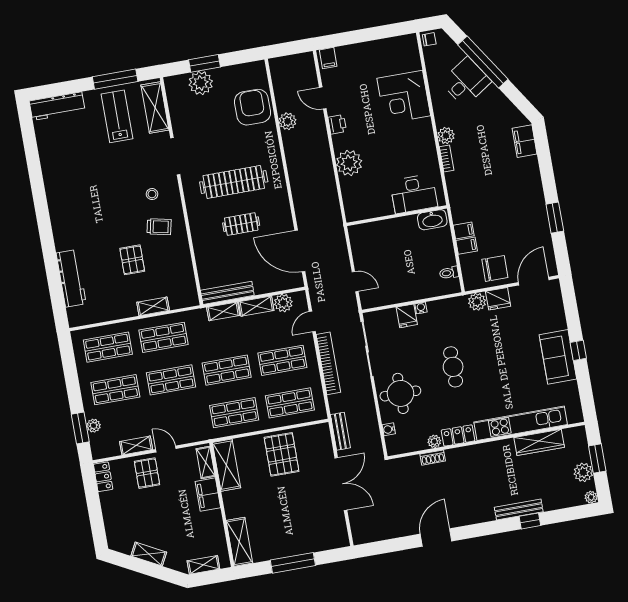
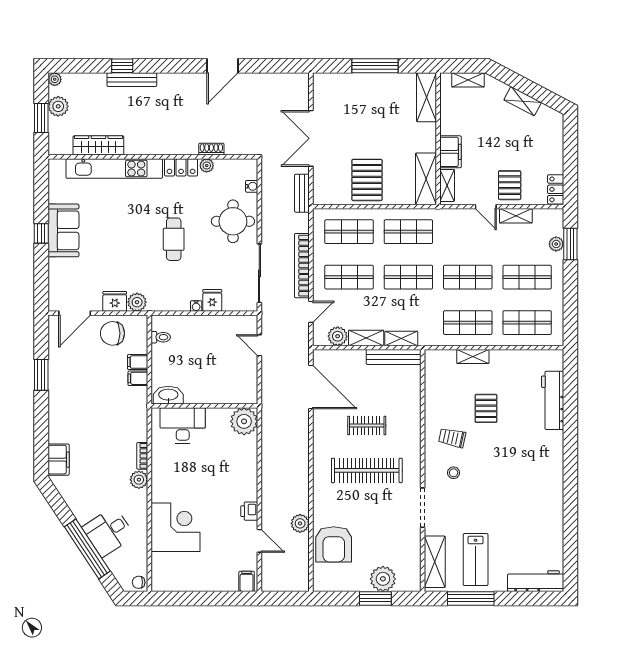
plant: (349, 163) -> (244, 421), moved

